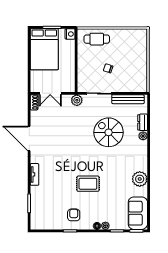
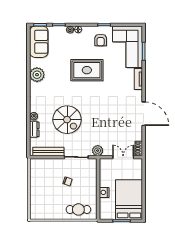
nightstand: (70, 34) -> (104, 192), moved
rug: (88, 184) -> (87, 70), width x1.36, depth x1.43
corner sofa: (46, 208) -> (128, 47), added

